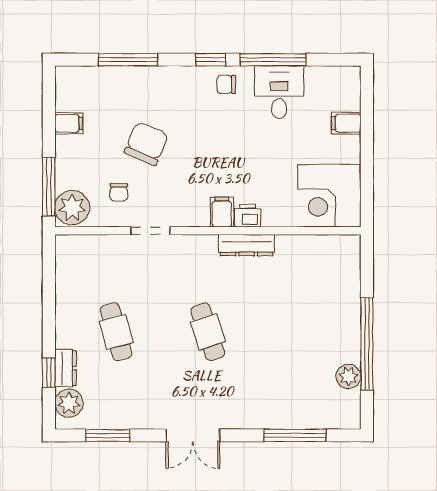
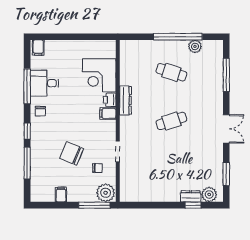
window: (211, 60) -> (27, 131), moved
filing cabinet: (346, 123) -> (38, 48), moved
corner desk: (329, 196) -> (99, 75), moved, turned 90
cafe table: (116, 332) -> (171, 72), moved, turned 33

